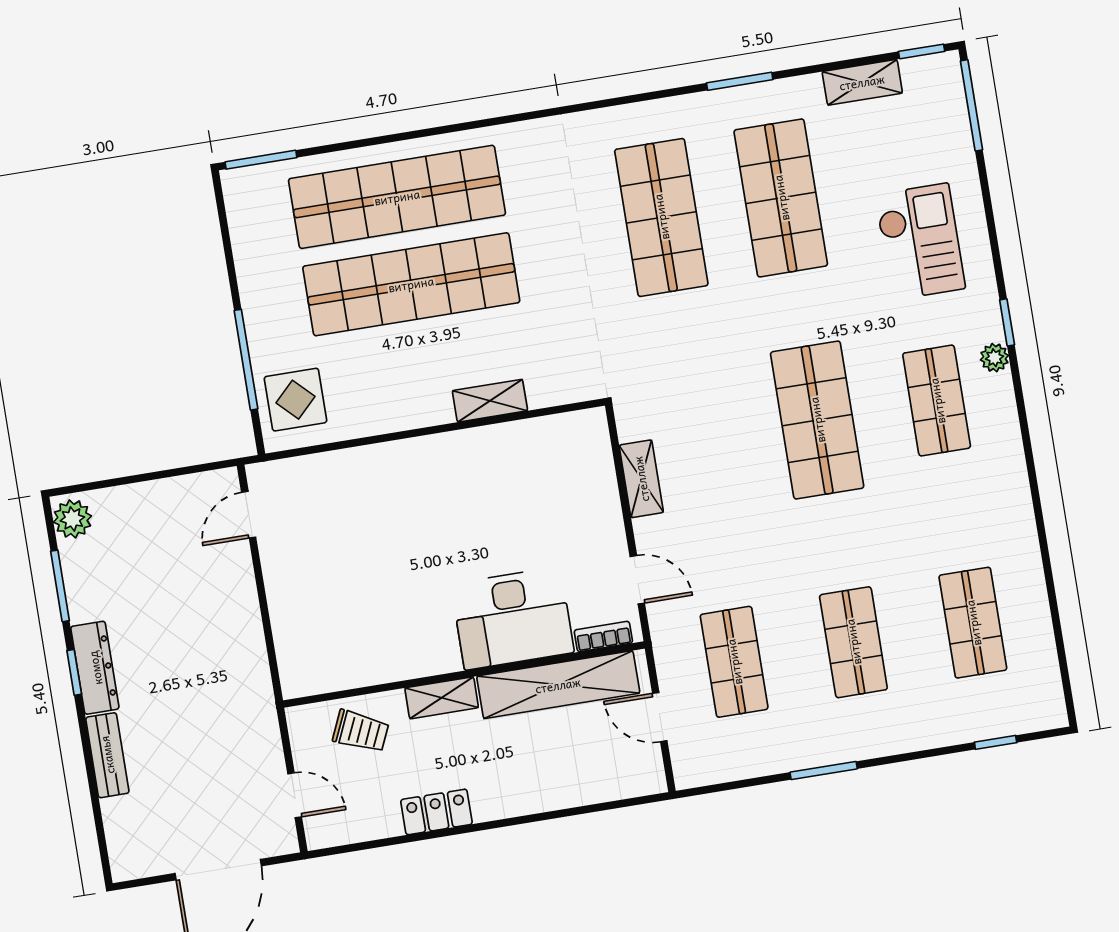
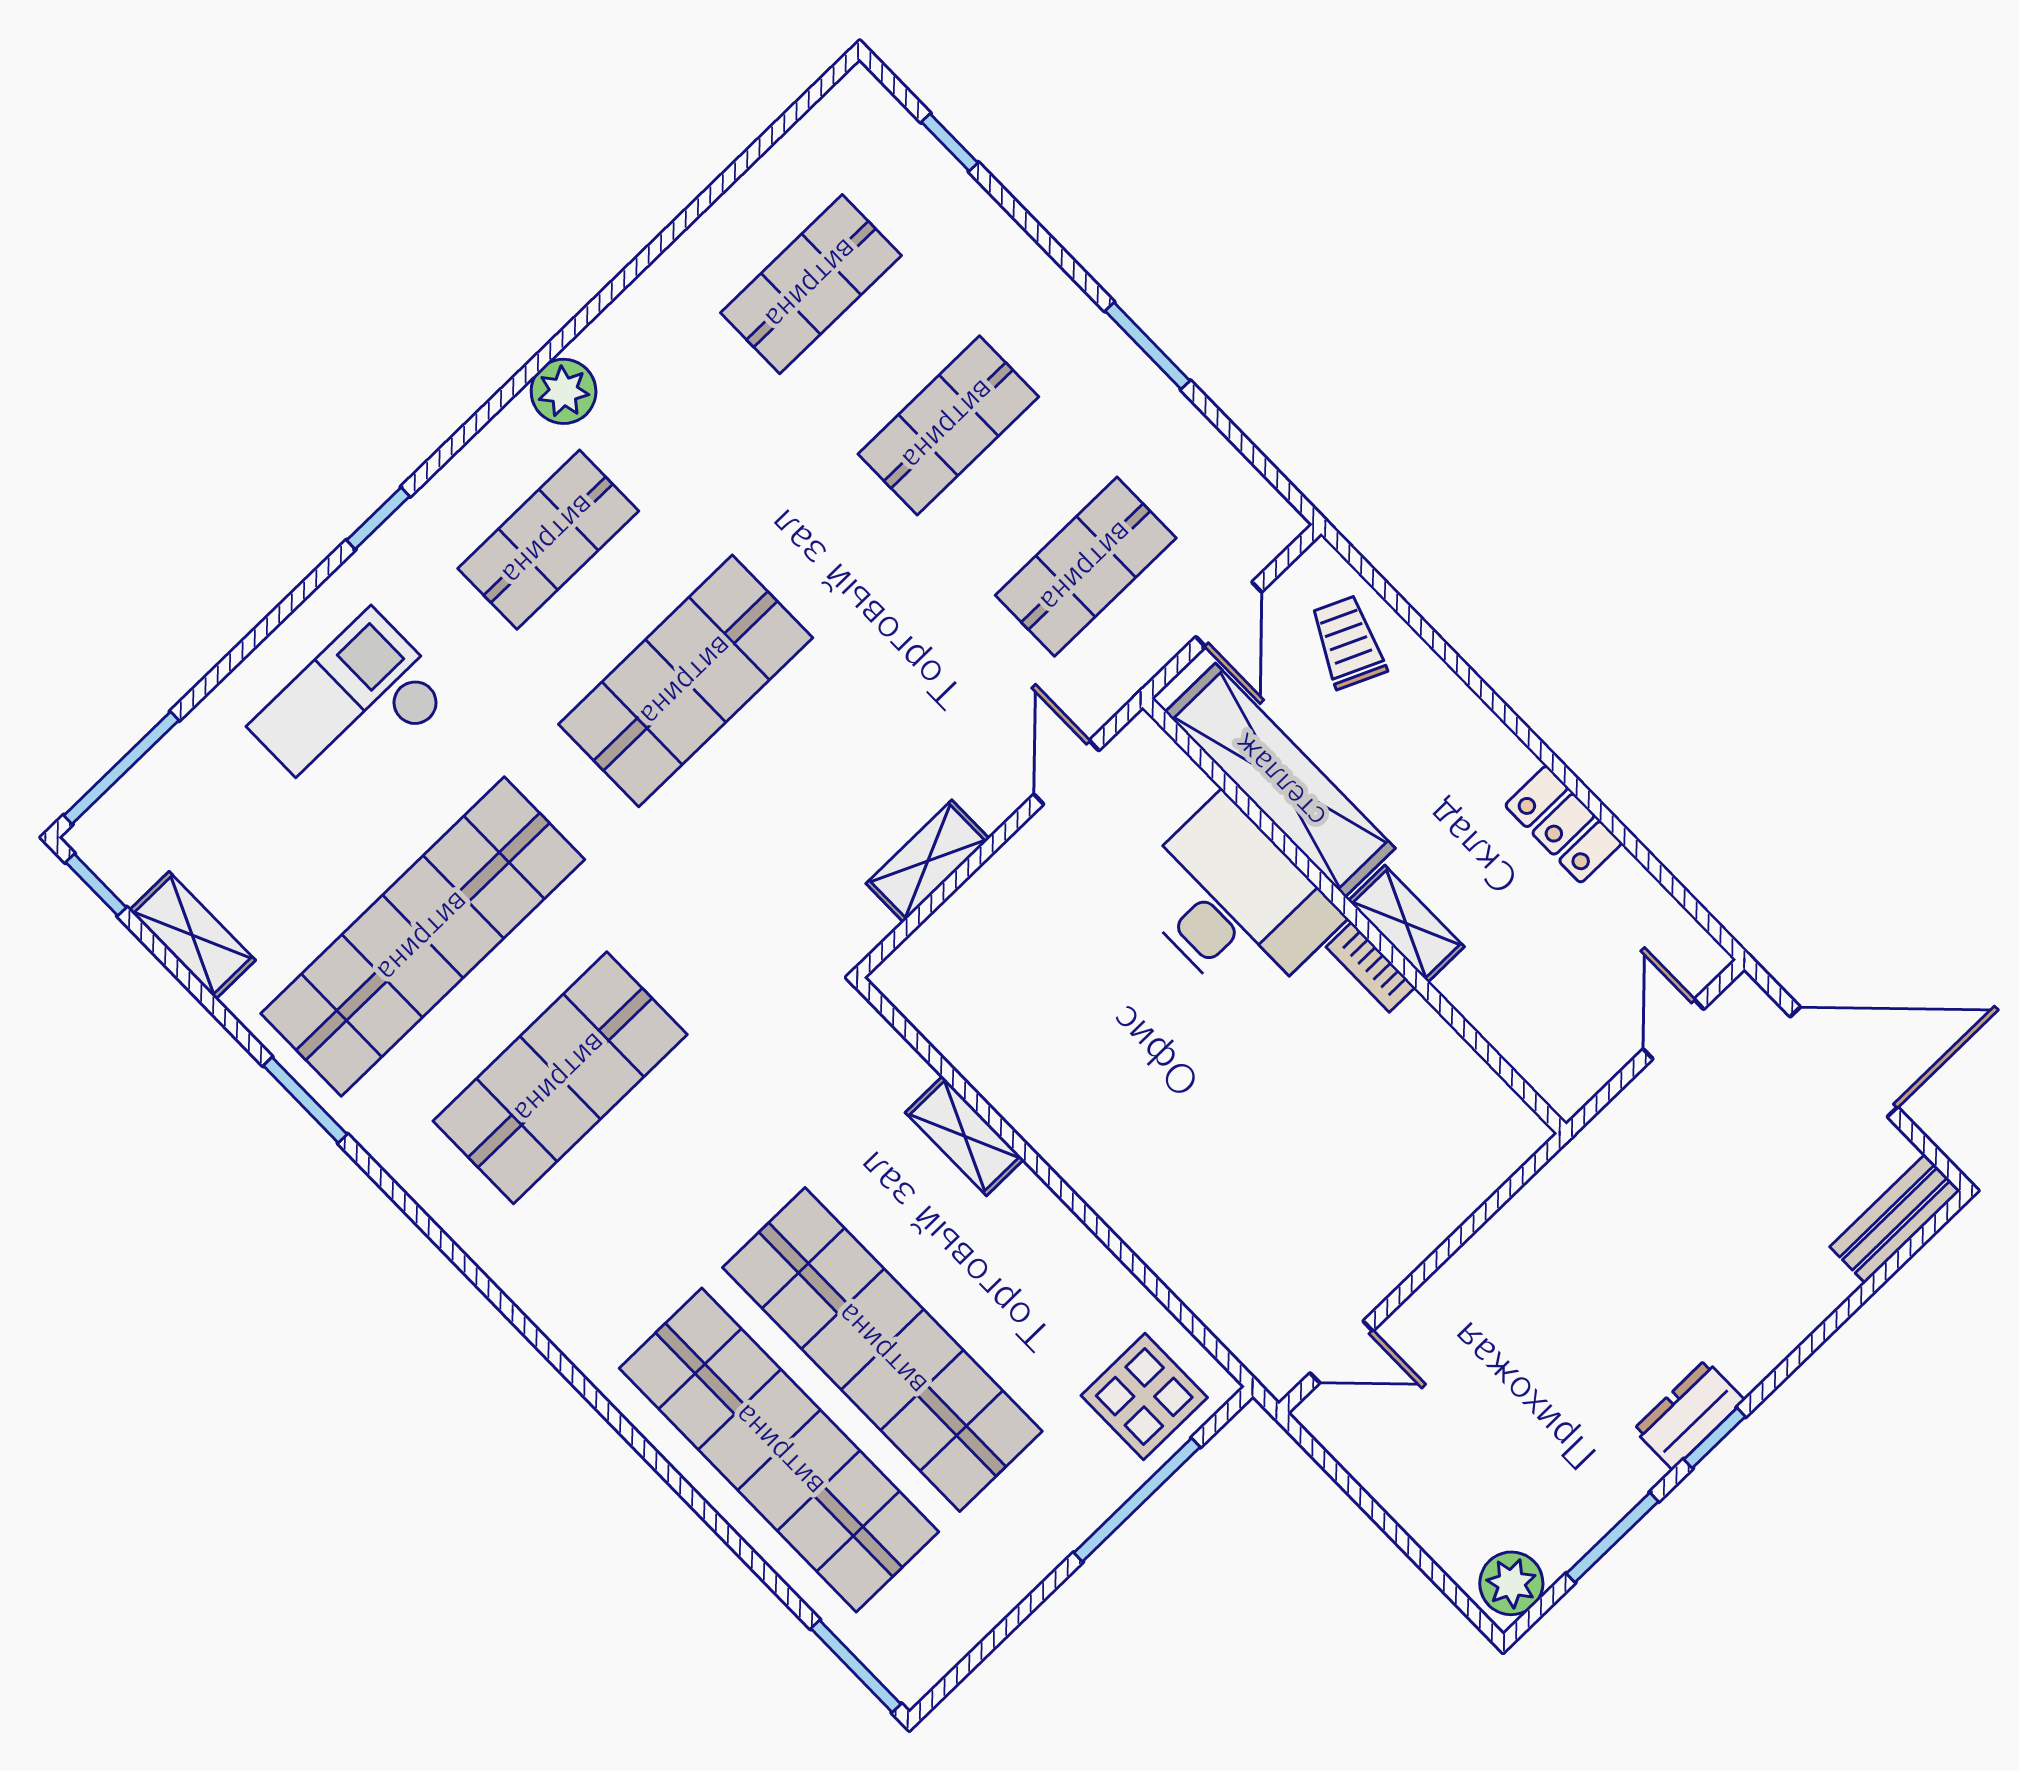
shop shelf: (781, 198) -> (423, 937), width x1.40
plant: (994, 358) -> (564, 391), moved, width x1.38, depth x1.38
bookcase: (603, 637) -> (1371, 967), moved
dresser: (95, 668) -> (1689, 1415), width x0.70
trolley: (361, 731) -> (1348, 642), moved
bench: (107, 755) -> (1895, 1219), moved

